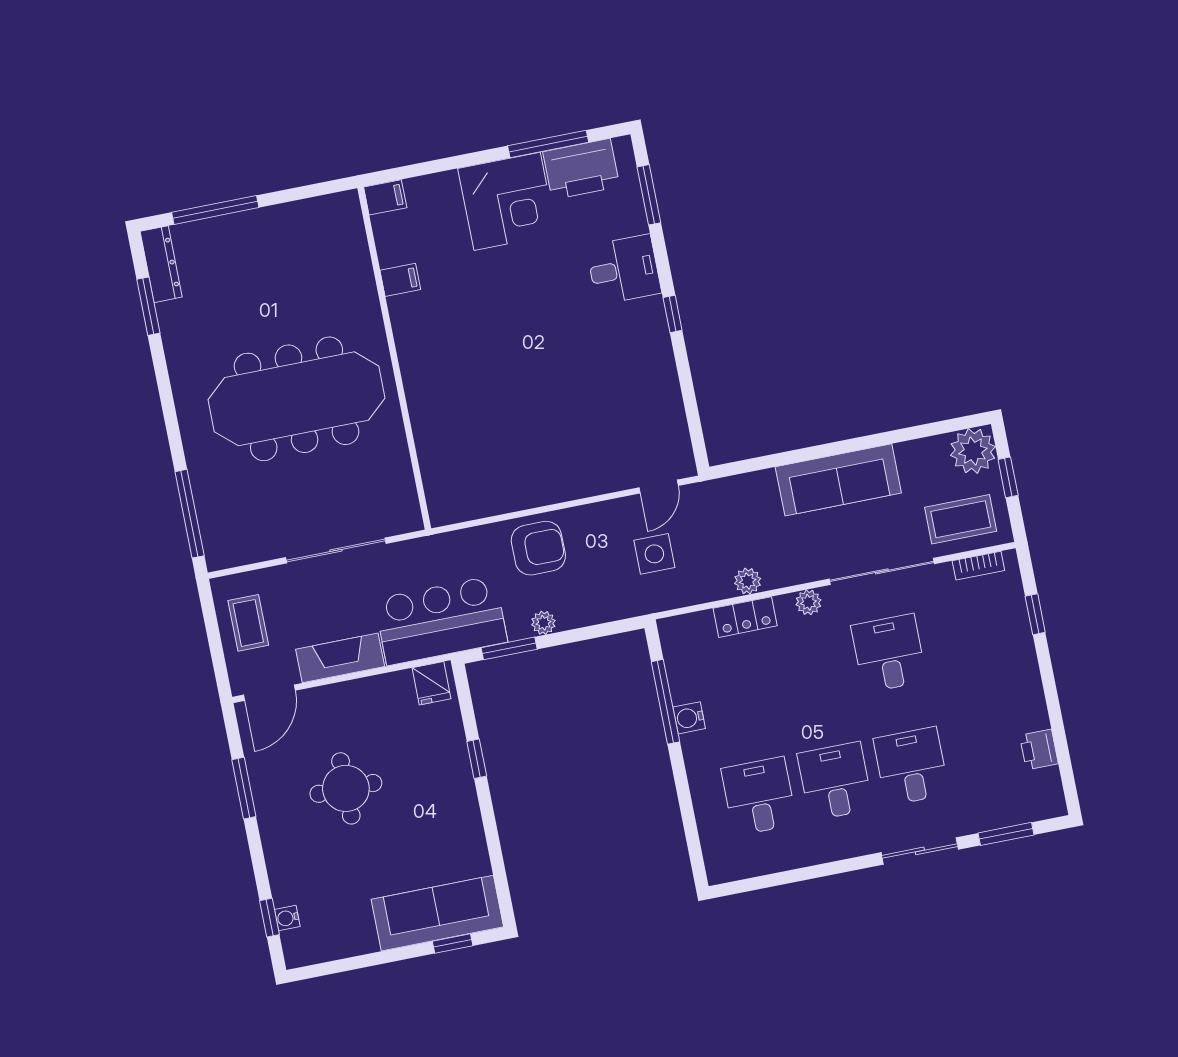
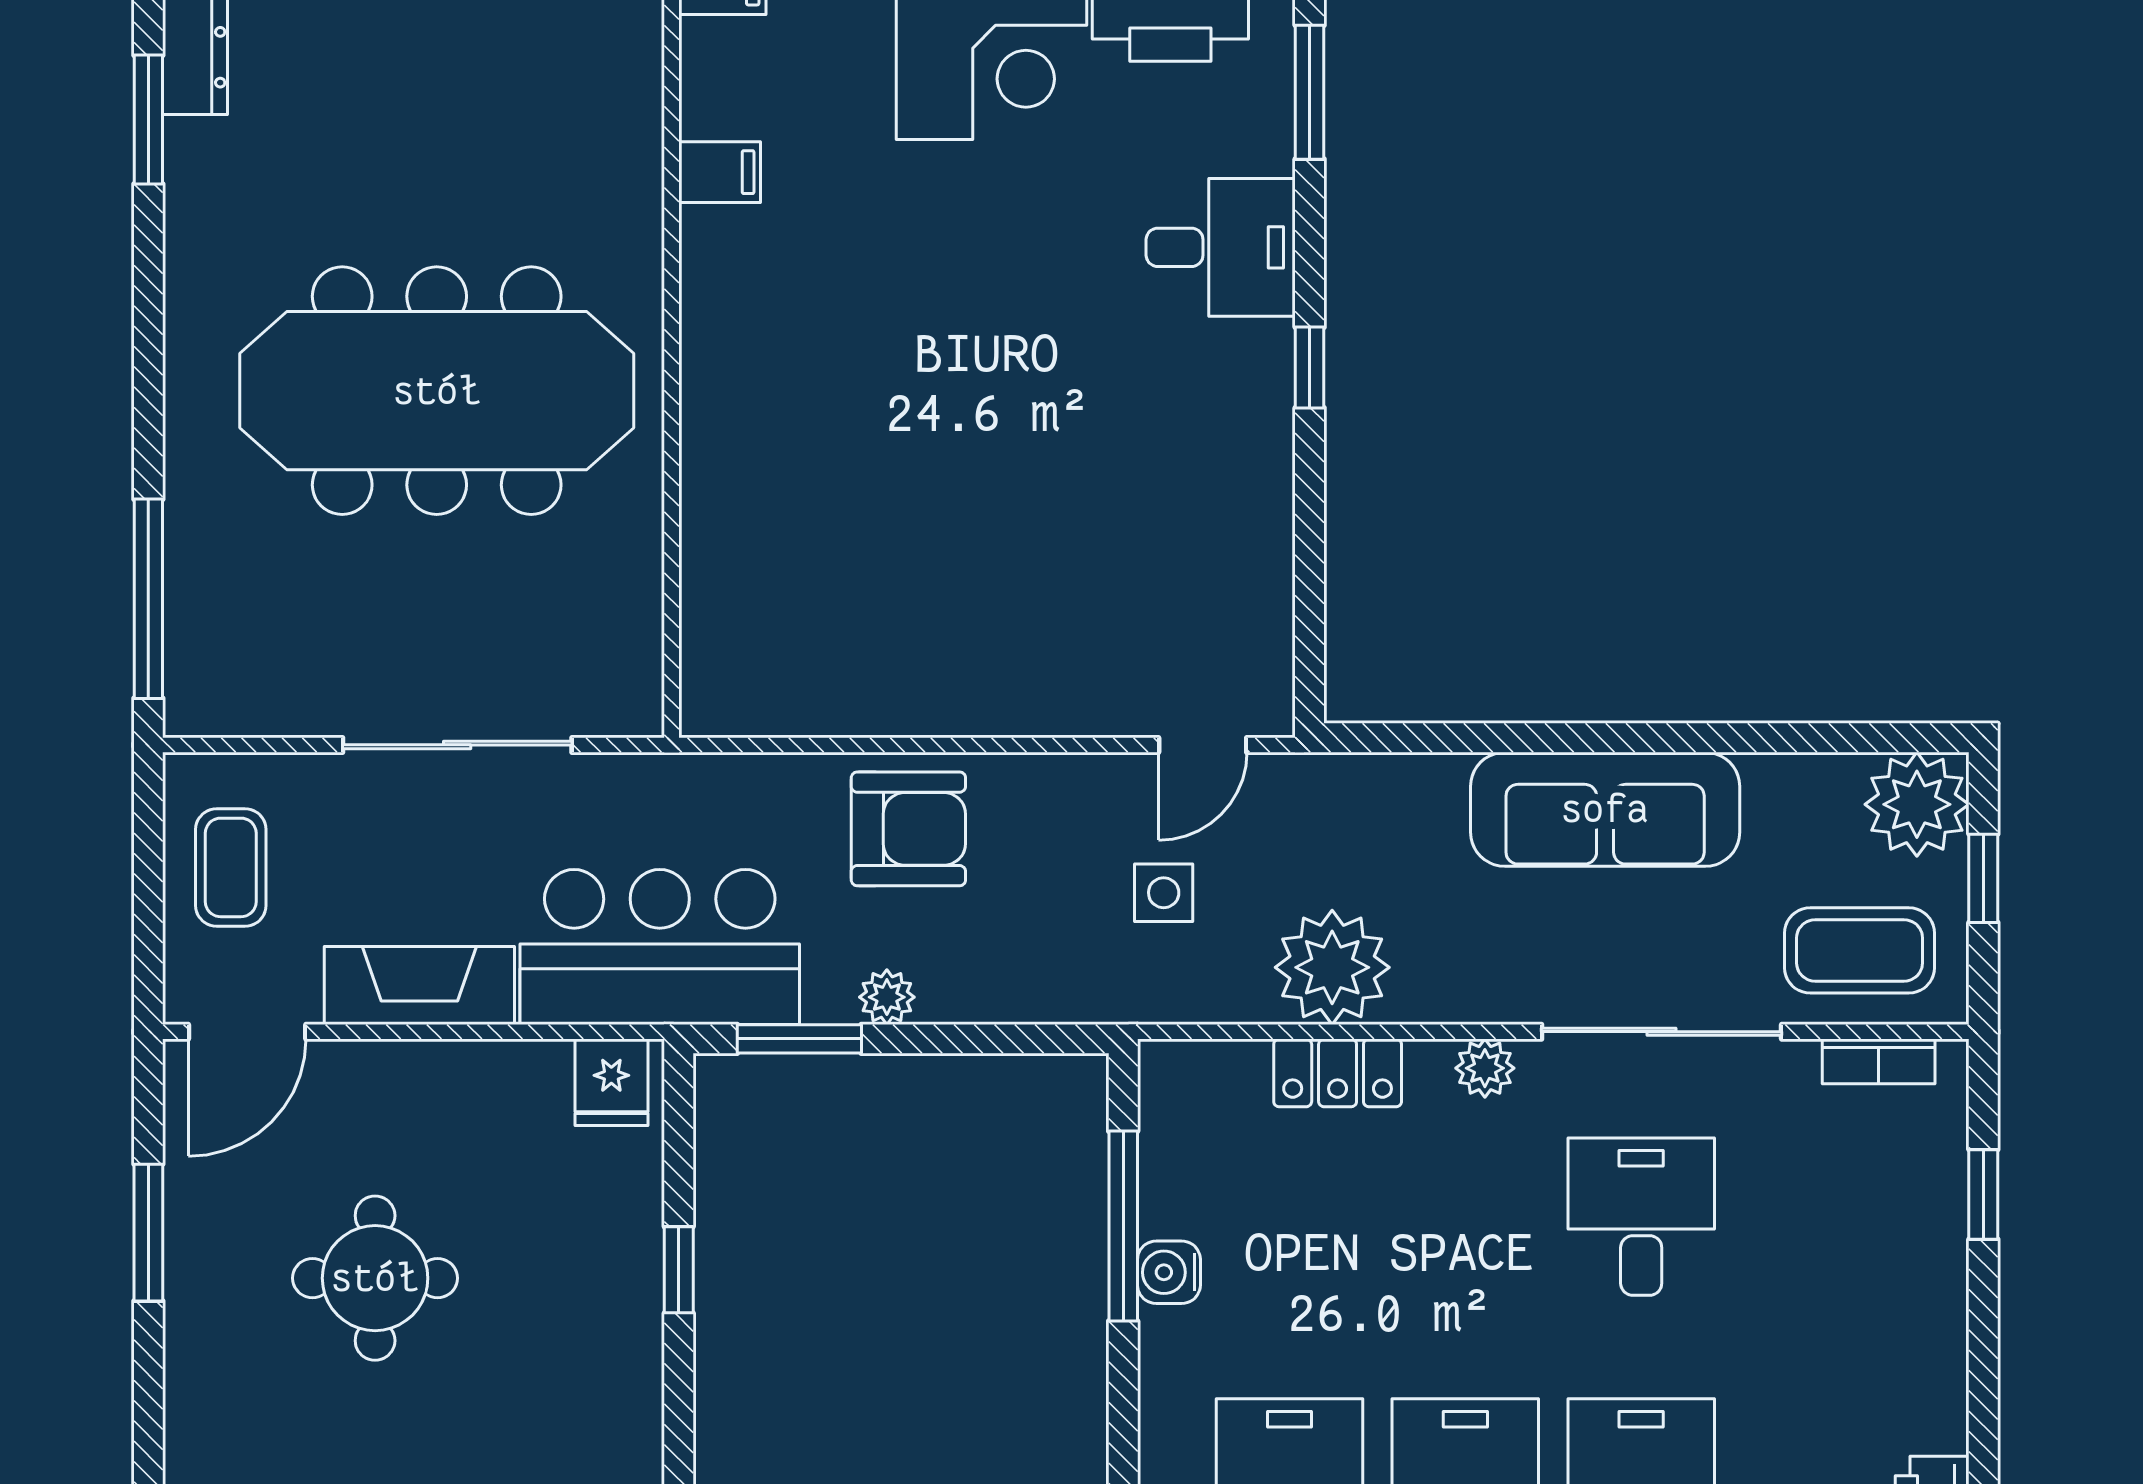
side table: (654, 554) -> (1164, 893), width x0.73, depth x0.73
plant: (748, 581) -> (1332, 967), width x1.87, depth x1.87

